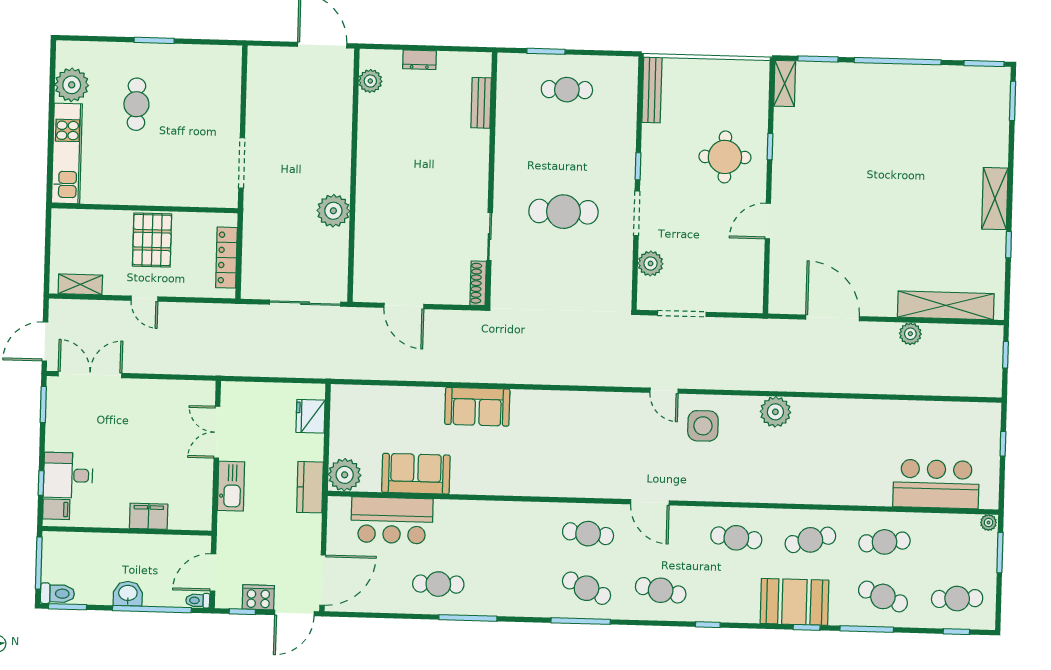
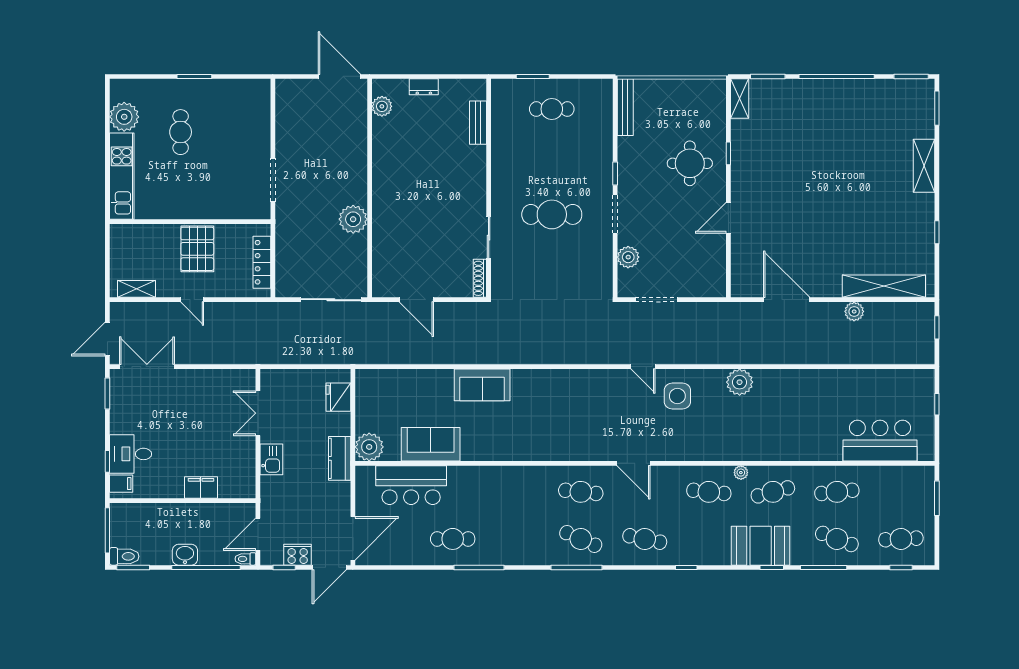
shelving: (995, 199) -> (924, 166), moved
kitchen sink: (231, 486) -> (271, 459), width x0.73
plant: (989, 522) -> (741, 473), moved

